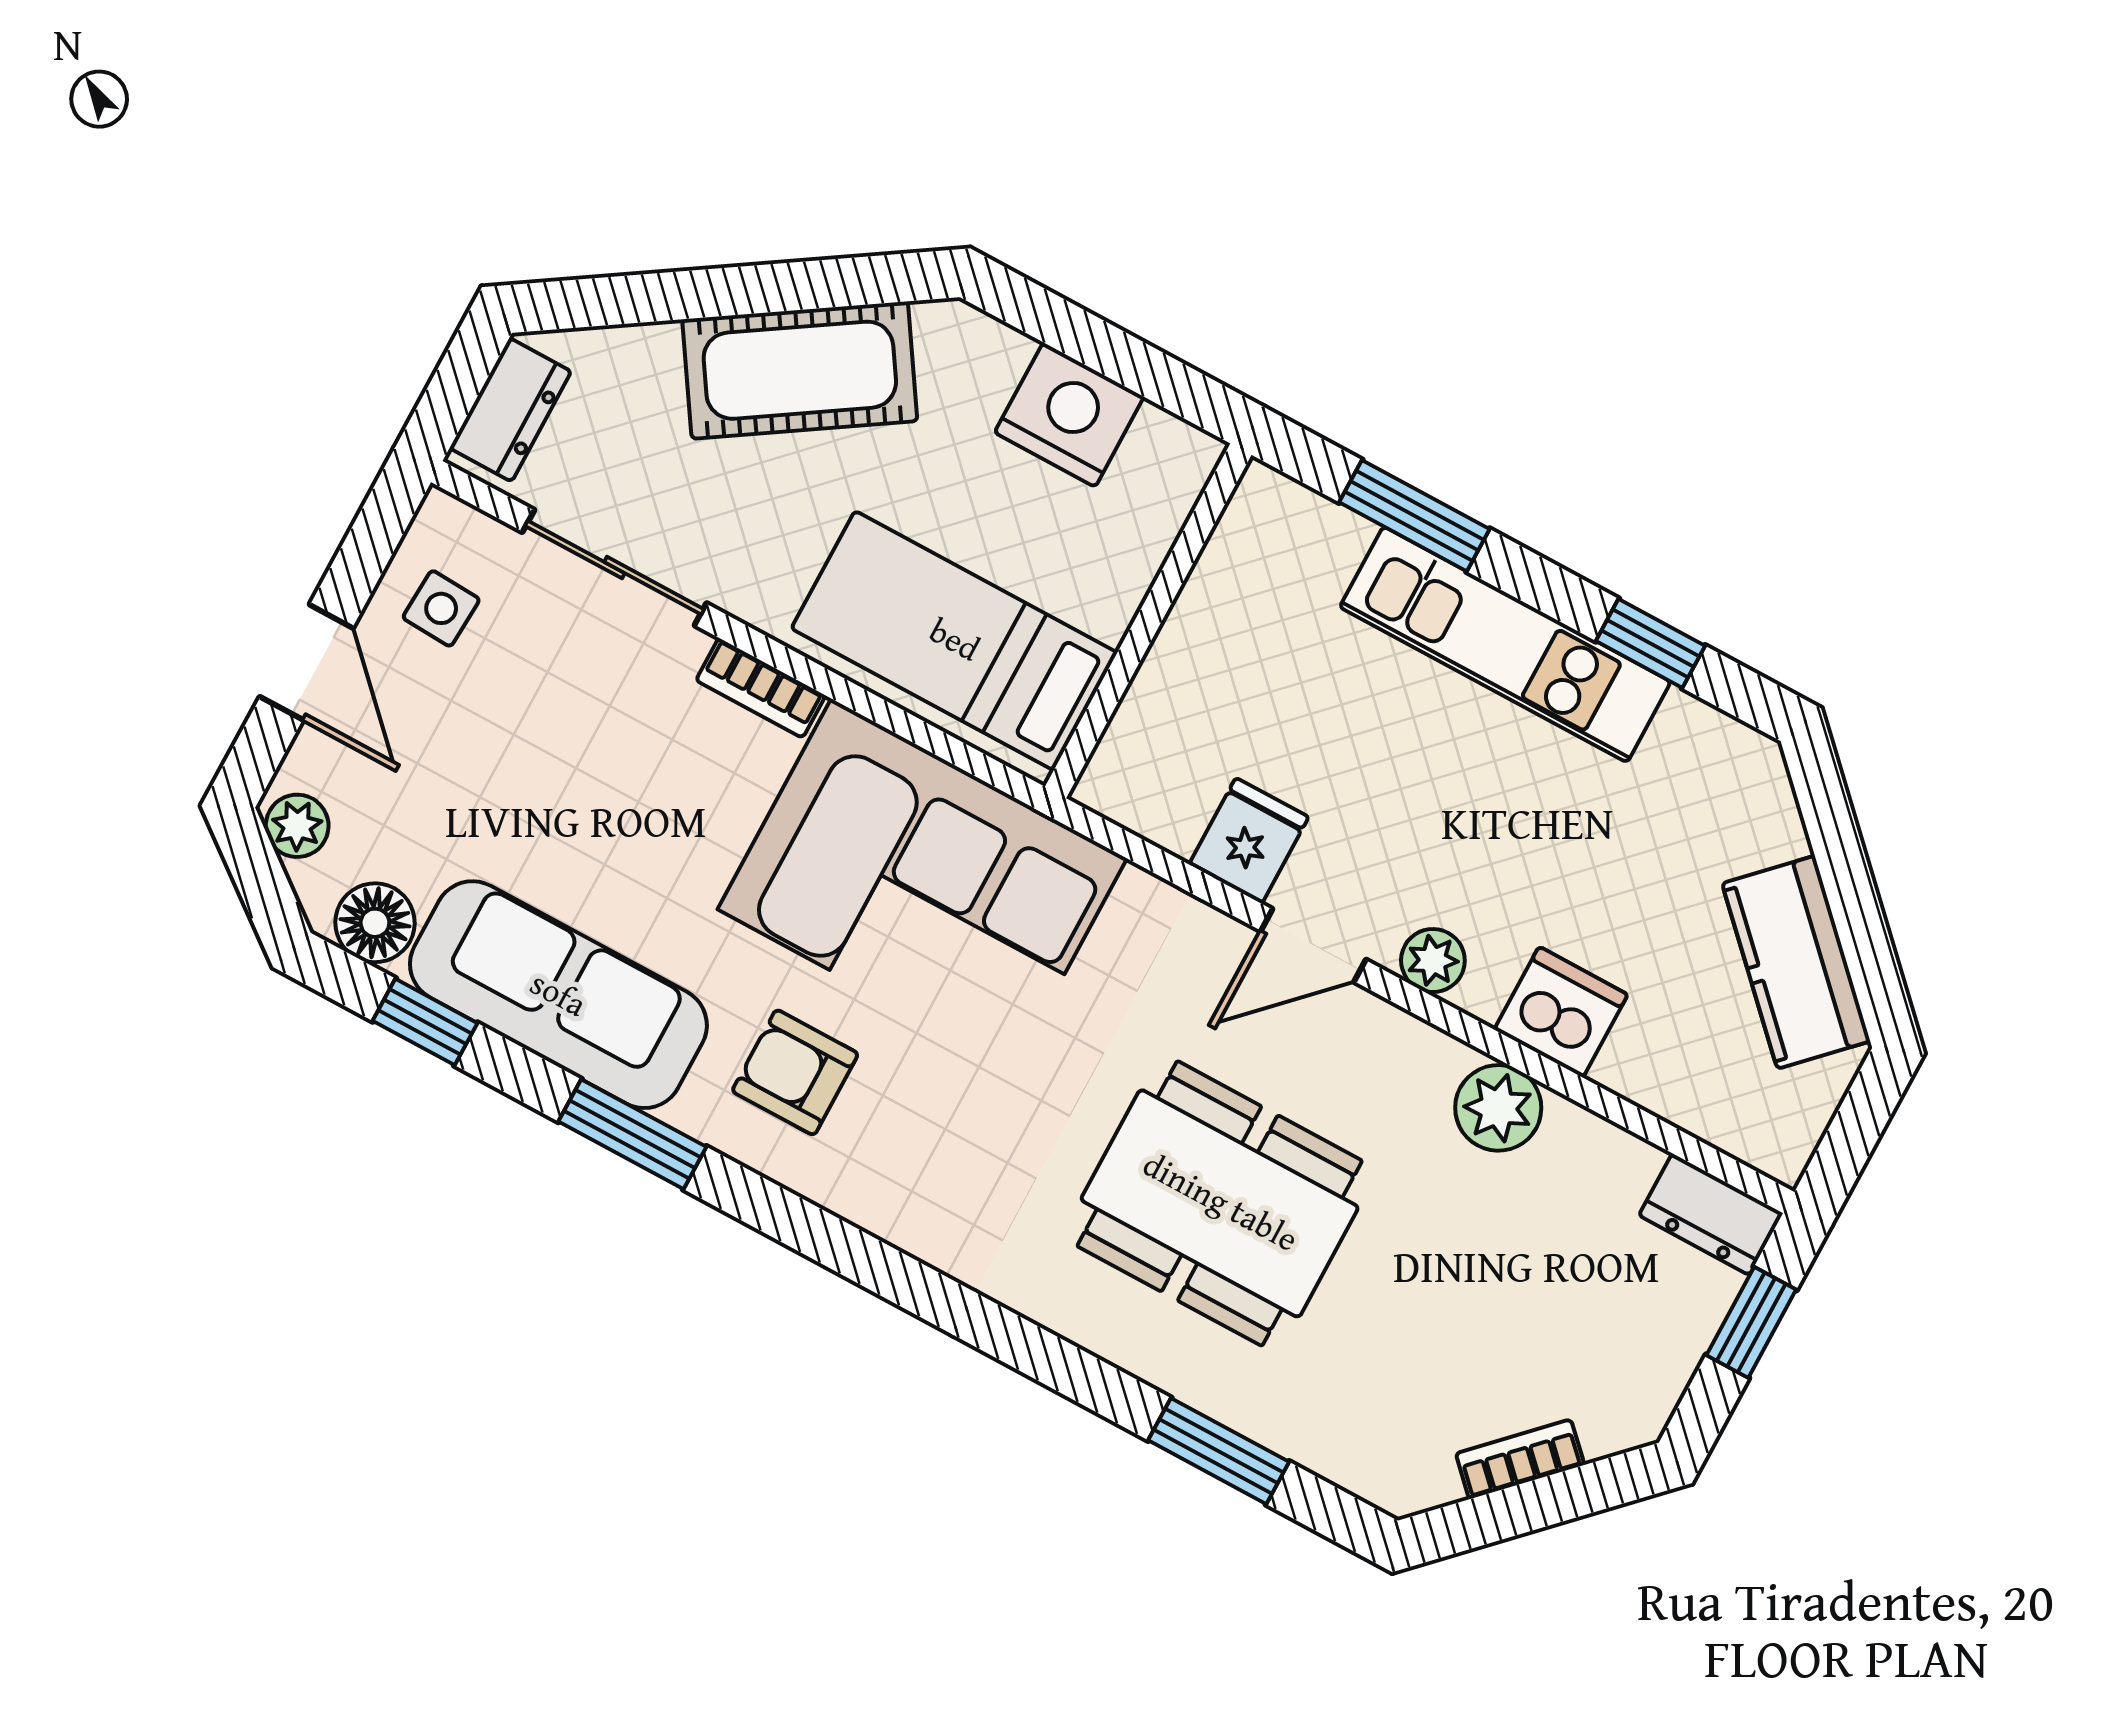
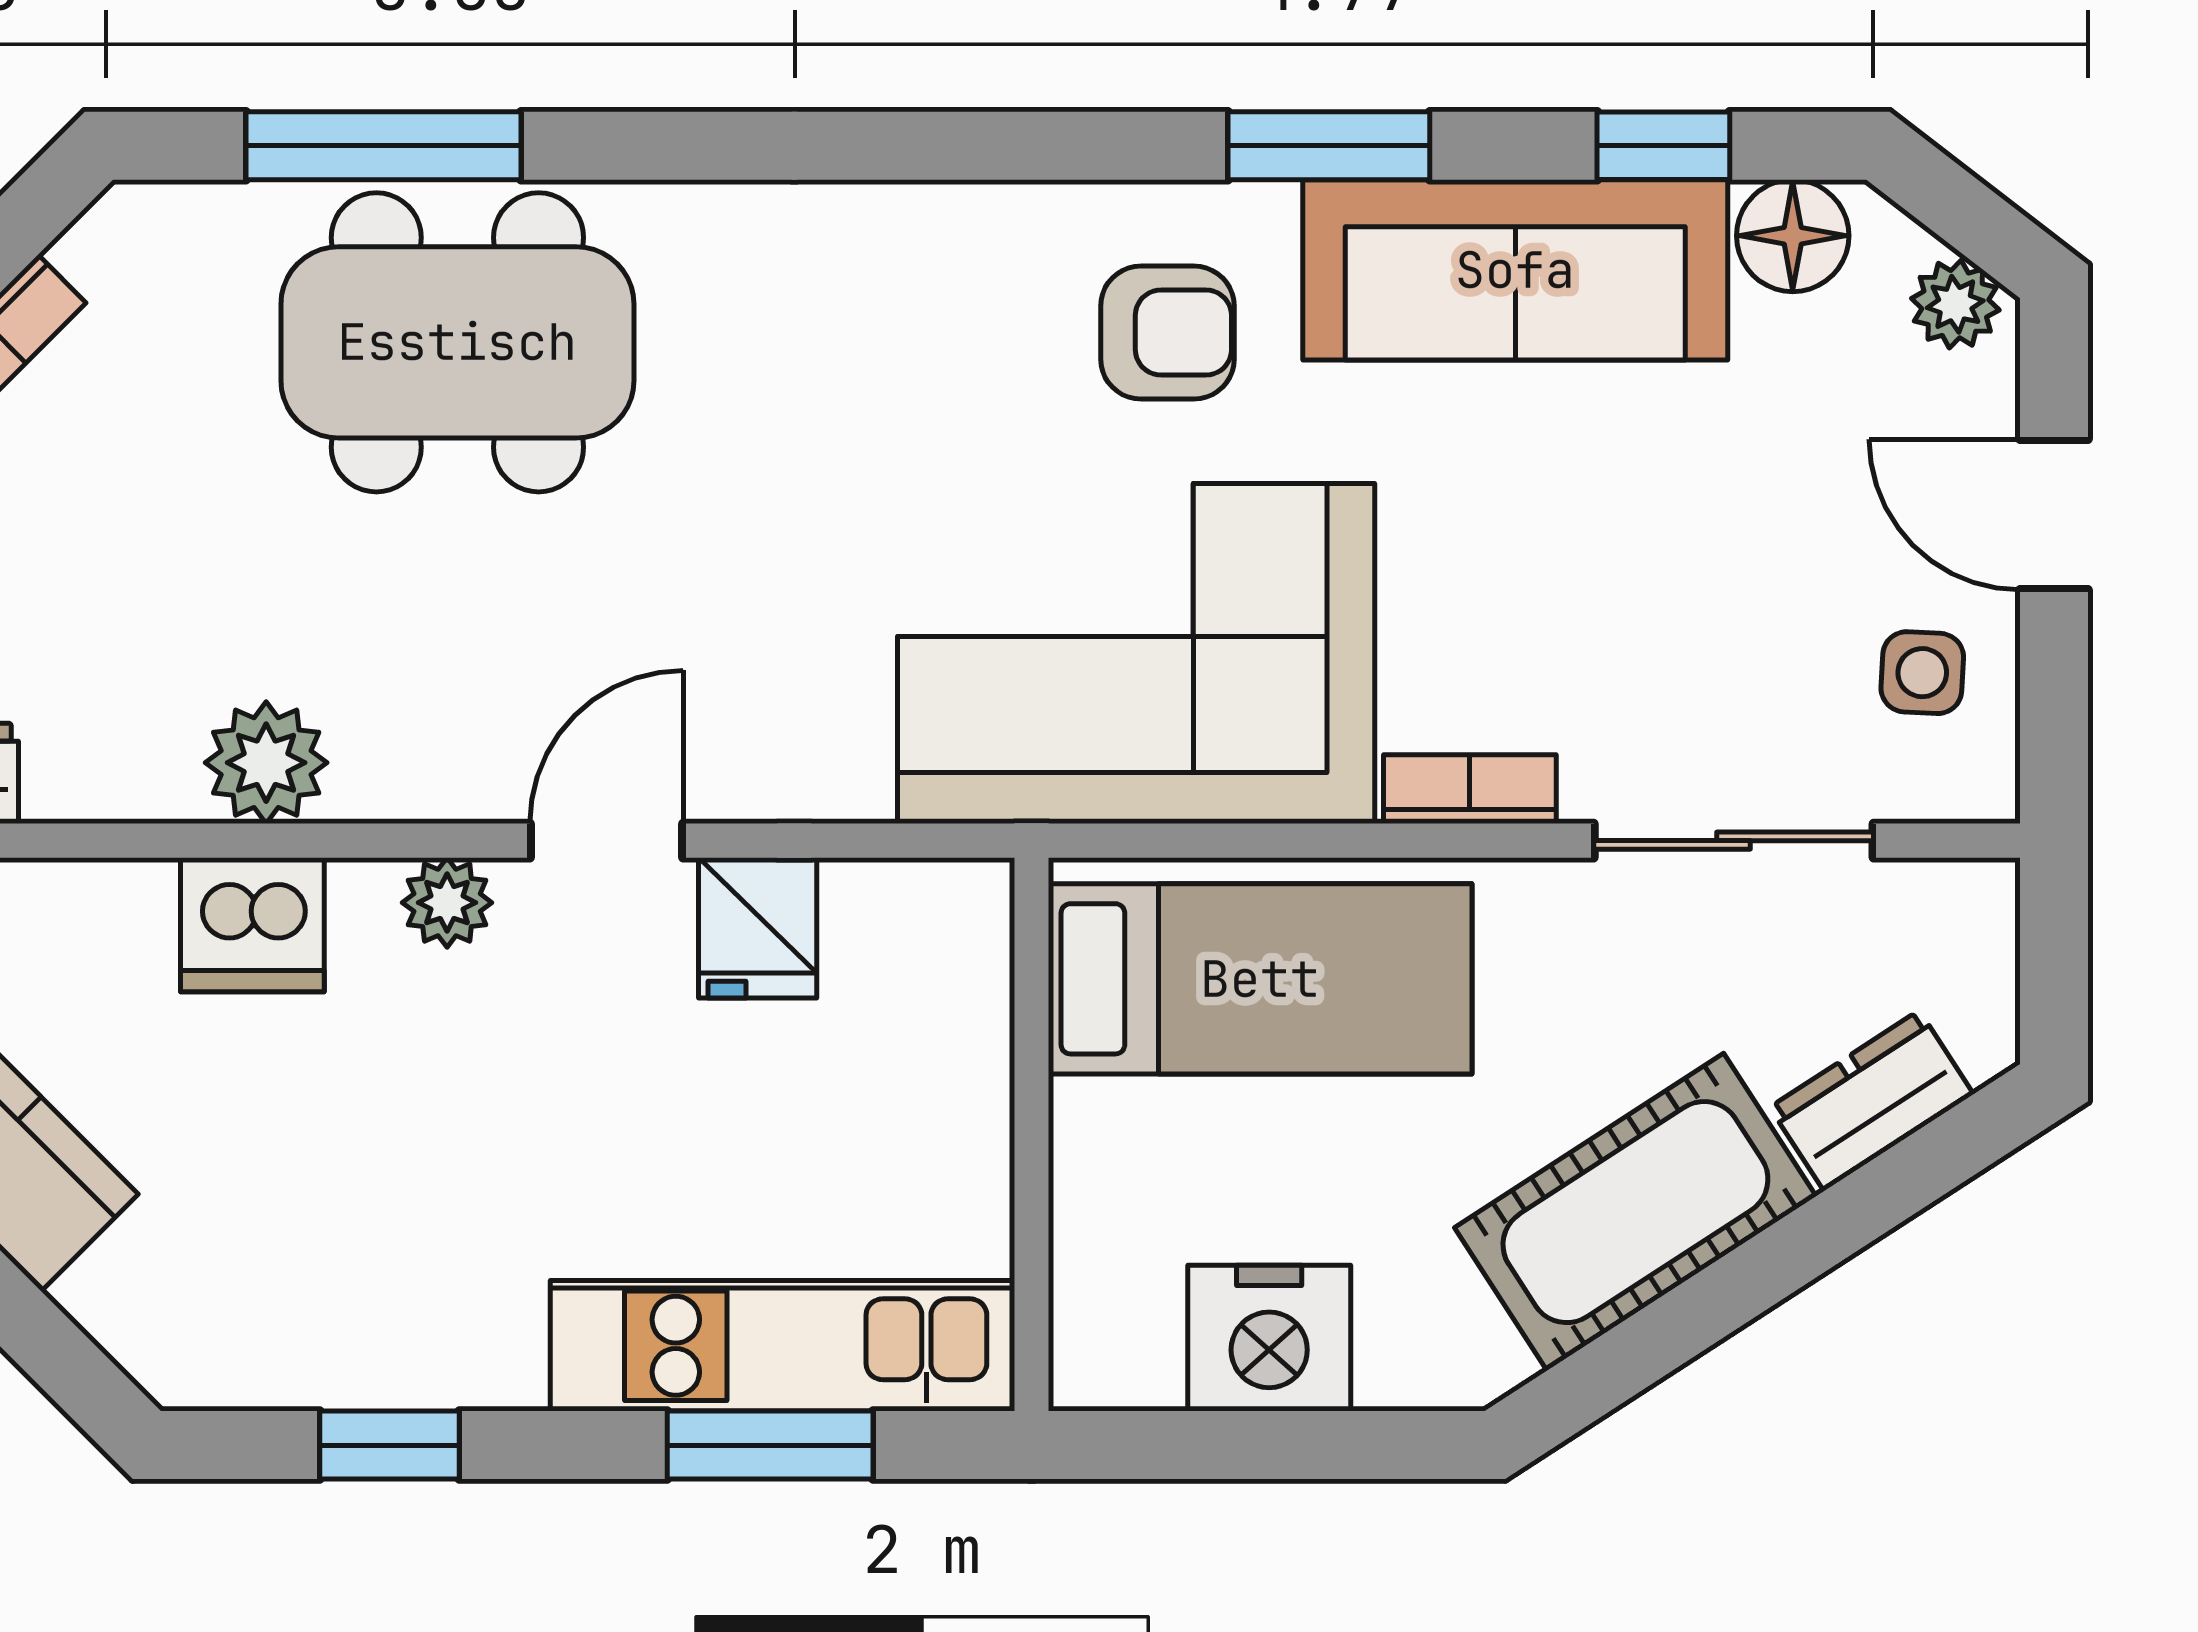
dresser: (510, 410) -> (1872, 1101), moved, turned 57
kitchen unit: (1505, 644) -> (783, 1346), moved
dining table: (1220, 1203) -> (457, 342), moved
window: (1219, 1451) -> (384, 146), width x1.44

